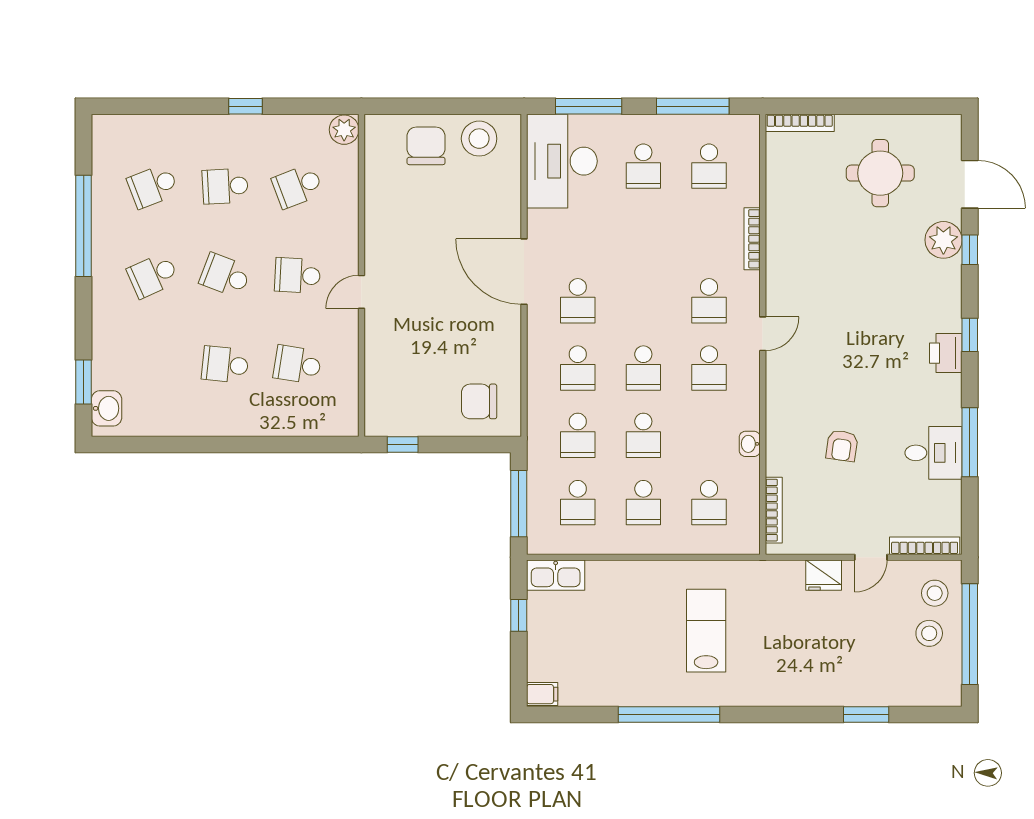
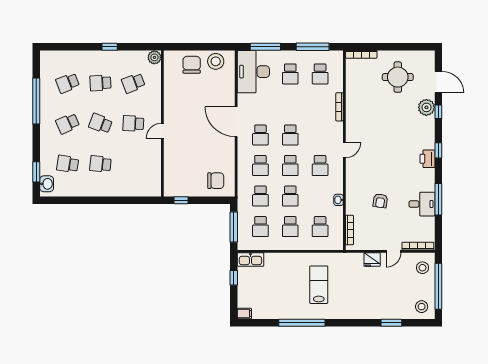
school desk: (709, 301) -> (290, 135), moved
school desk: (297, 365) -> (68, 164), moved
chair: (479, 401) -> (216, 181), turned 180
stool: (929, 633) -> (422, 307), moved

